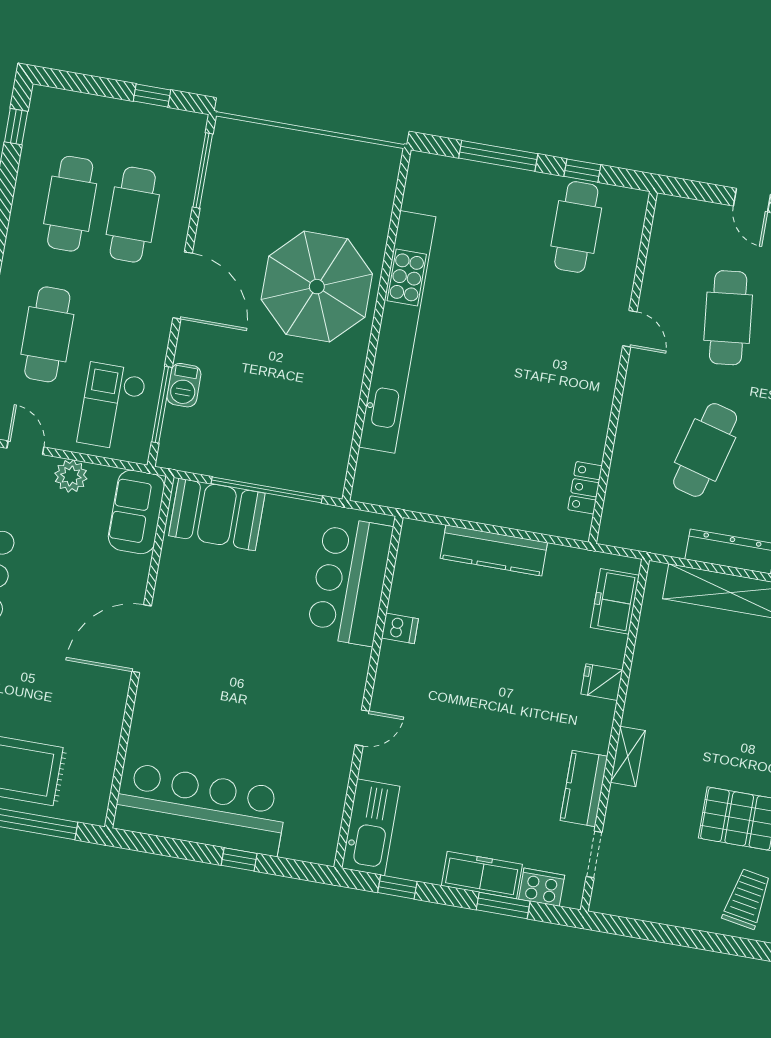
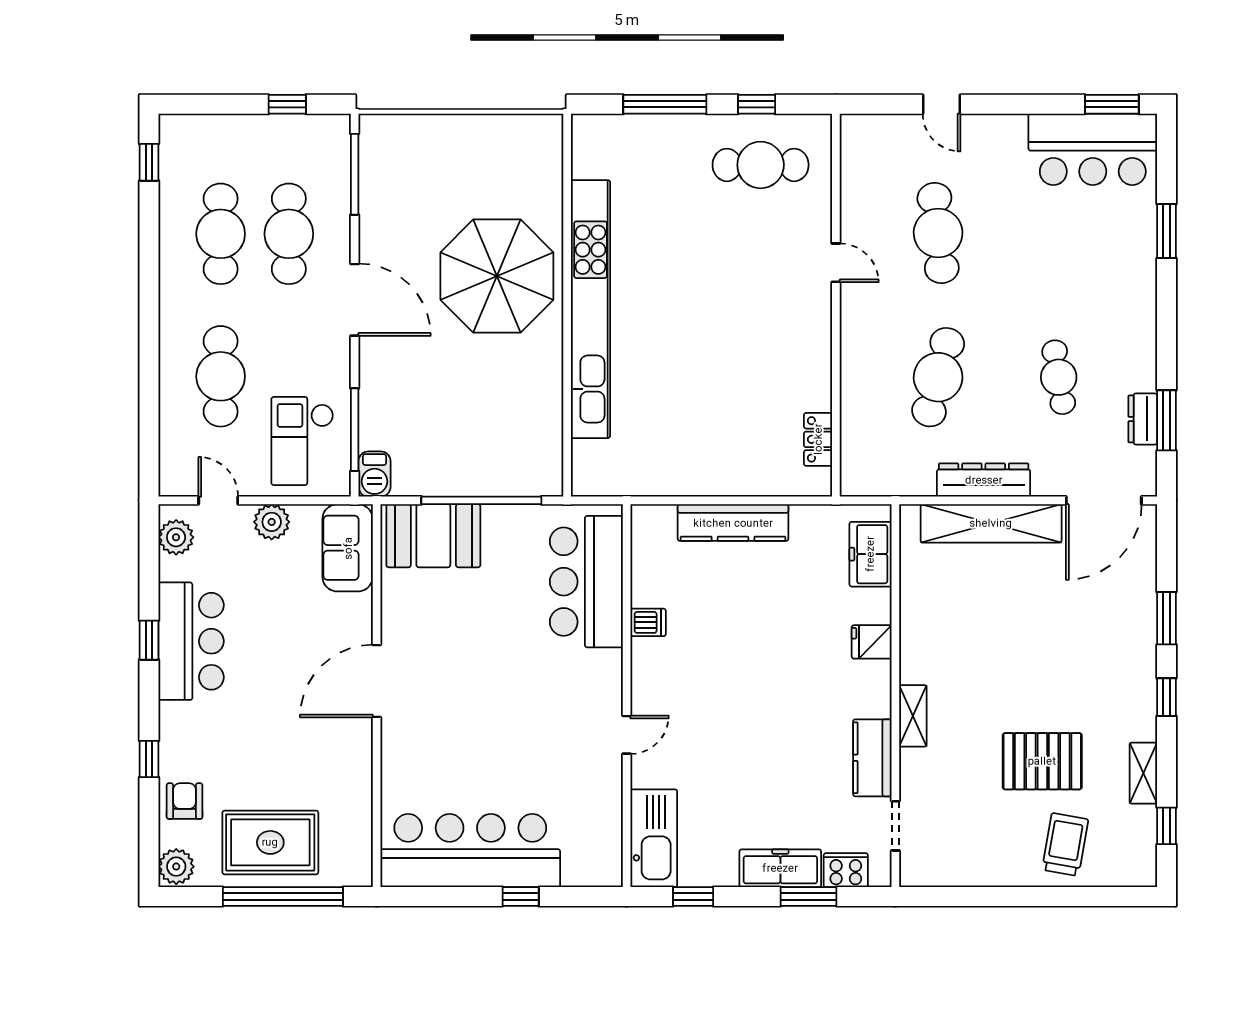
cafe table: (576, 227) -> (761, 165), turned 90
barbecue: (184, 385) -> (374, 474), moved

